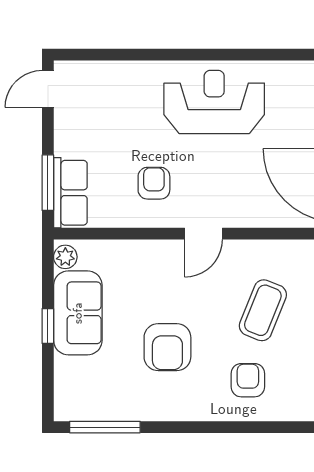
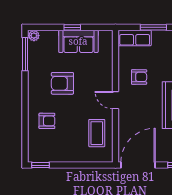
window: (48, 183) -> (153, 27), moved
plant: (65, 257) -> (34, 36), moved
coffee table: (263, 310) -> (97, 133), moved, turned 68

